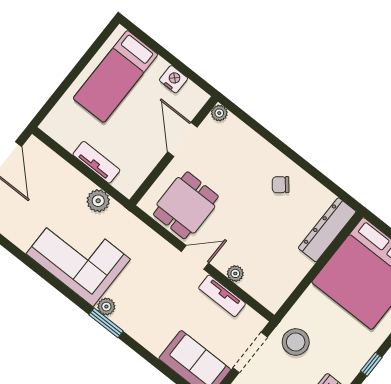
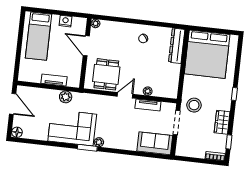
window: (106, 323) -> (87, 148), moved

